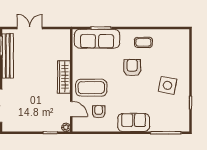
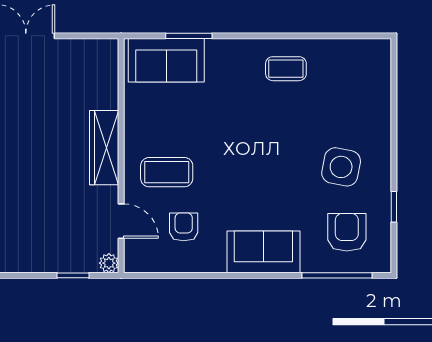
sofa: (97, 39) -> (166, 60), width x0.73
armchair: (132, 68) -> (347, 232), moved
coffee table: (91, 88) -> (167, 172), width x0.73, depth x0.76

